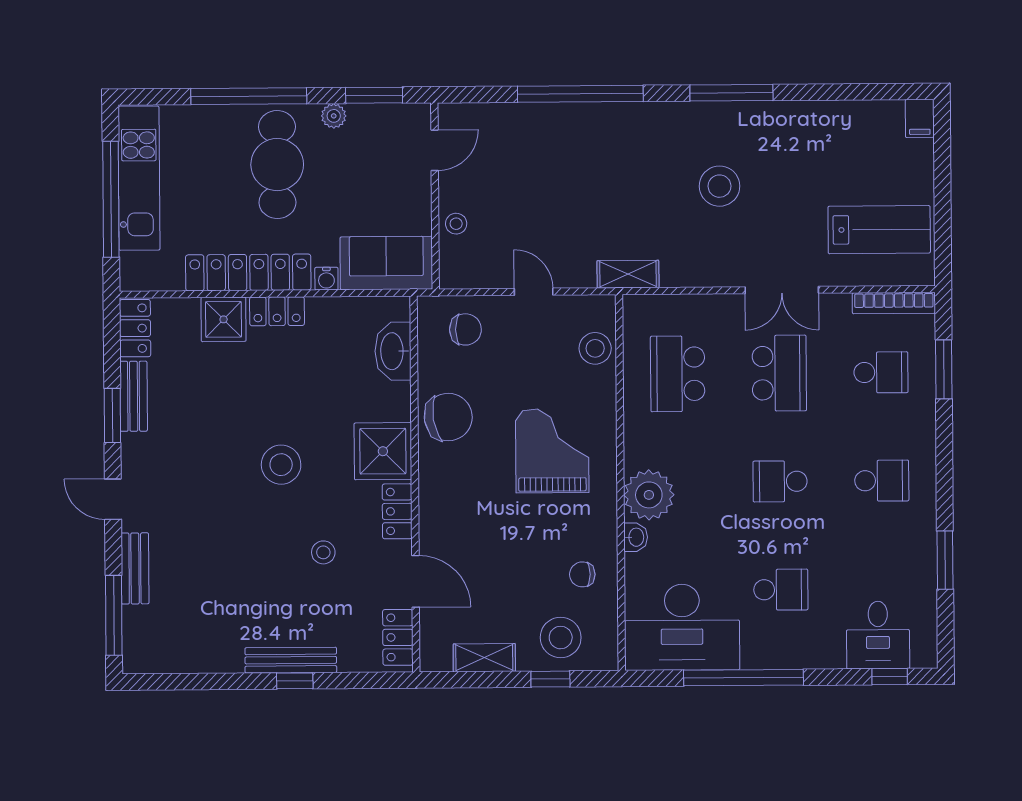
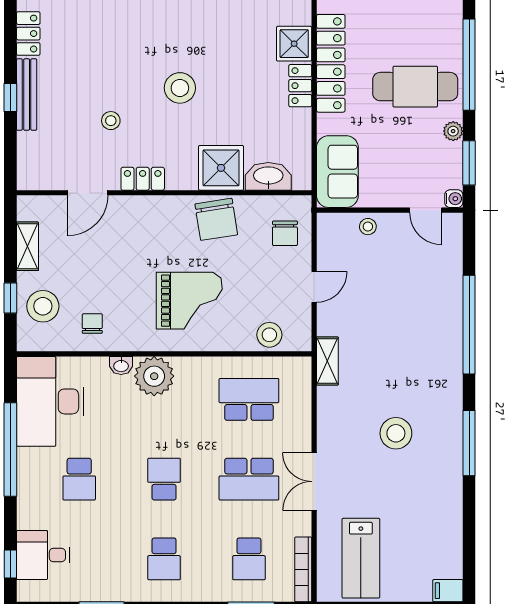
water cooler: (326, 279) -> (454, 199), moved, turned 180
shower: (383, 451) -> (221, 168), moved
locker: (398, 637) -> (28, 34), moved, turned 90

